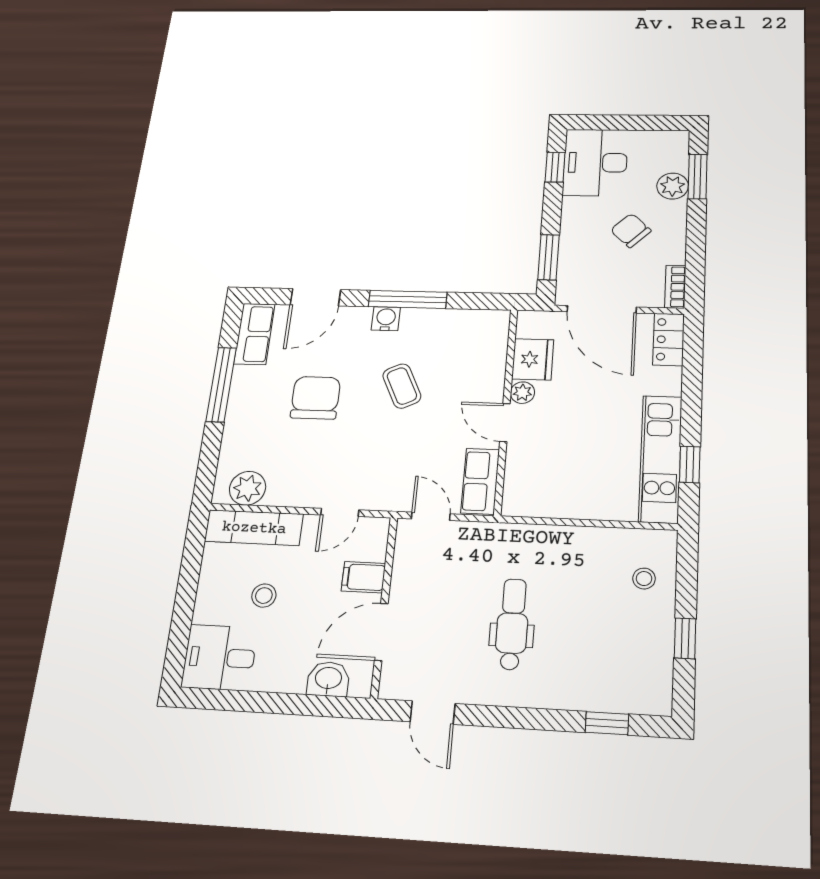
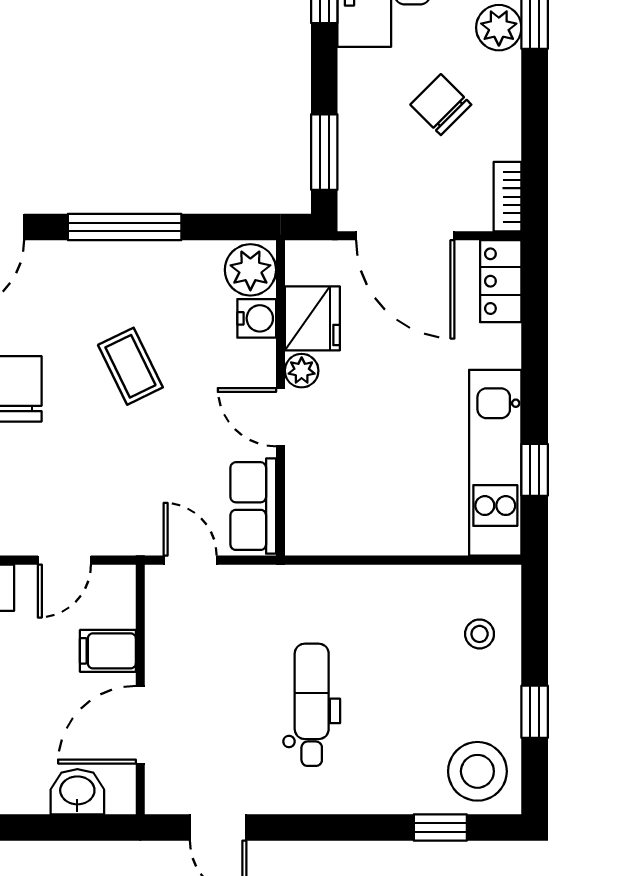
water cooler: (386, 319) -> (257, 318), moved, turned 90
plant: (492, 328) -> (250, 270), added
stool: (638, 681) -> (477, 771), added

